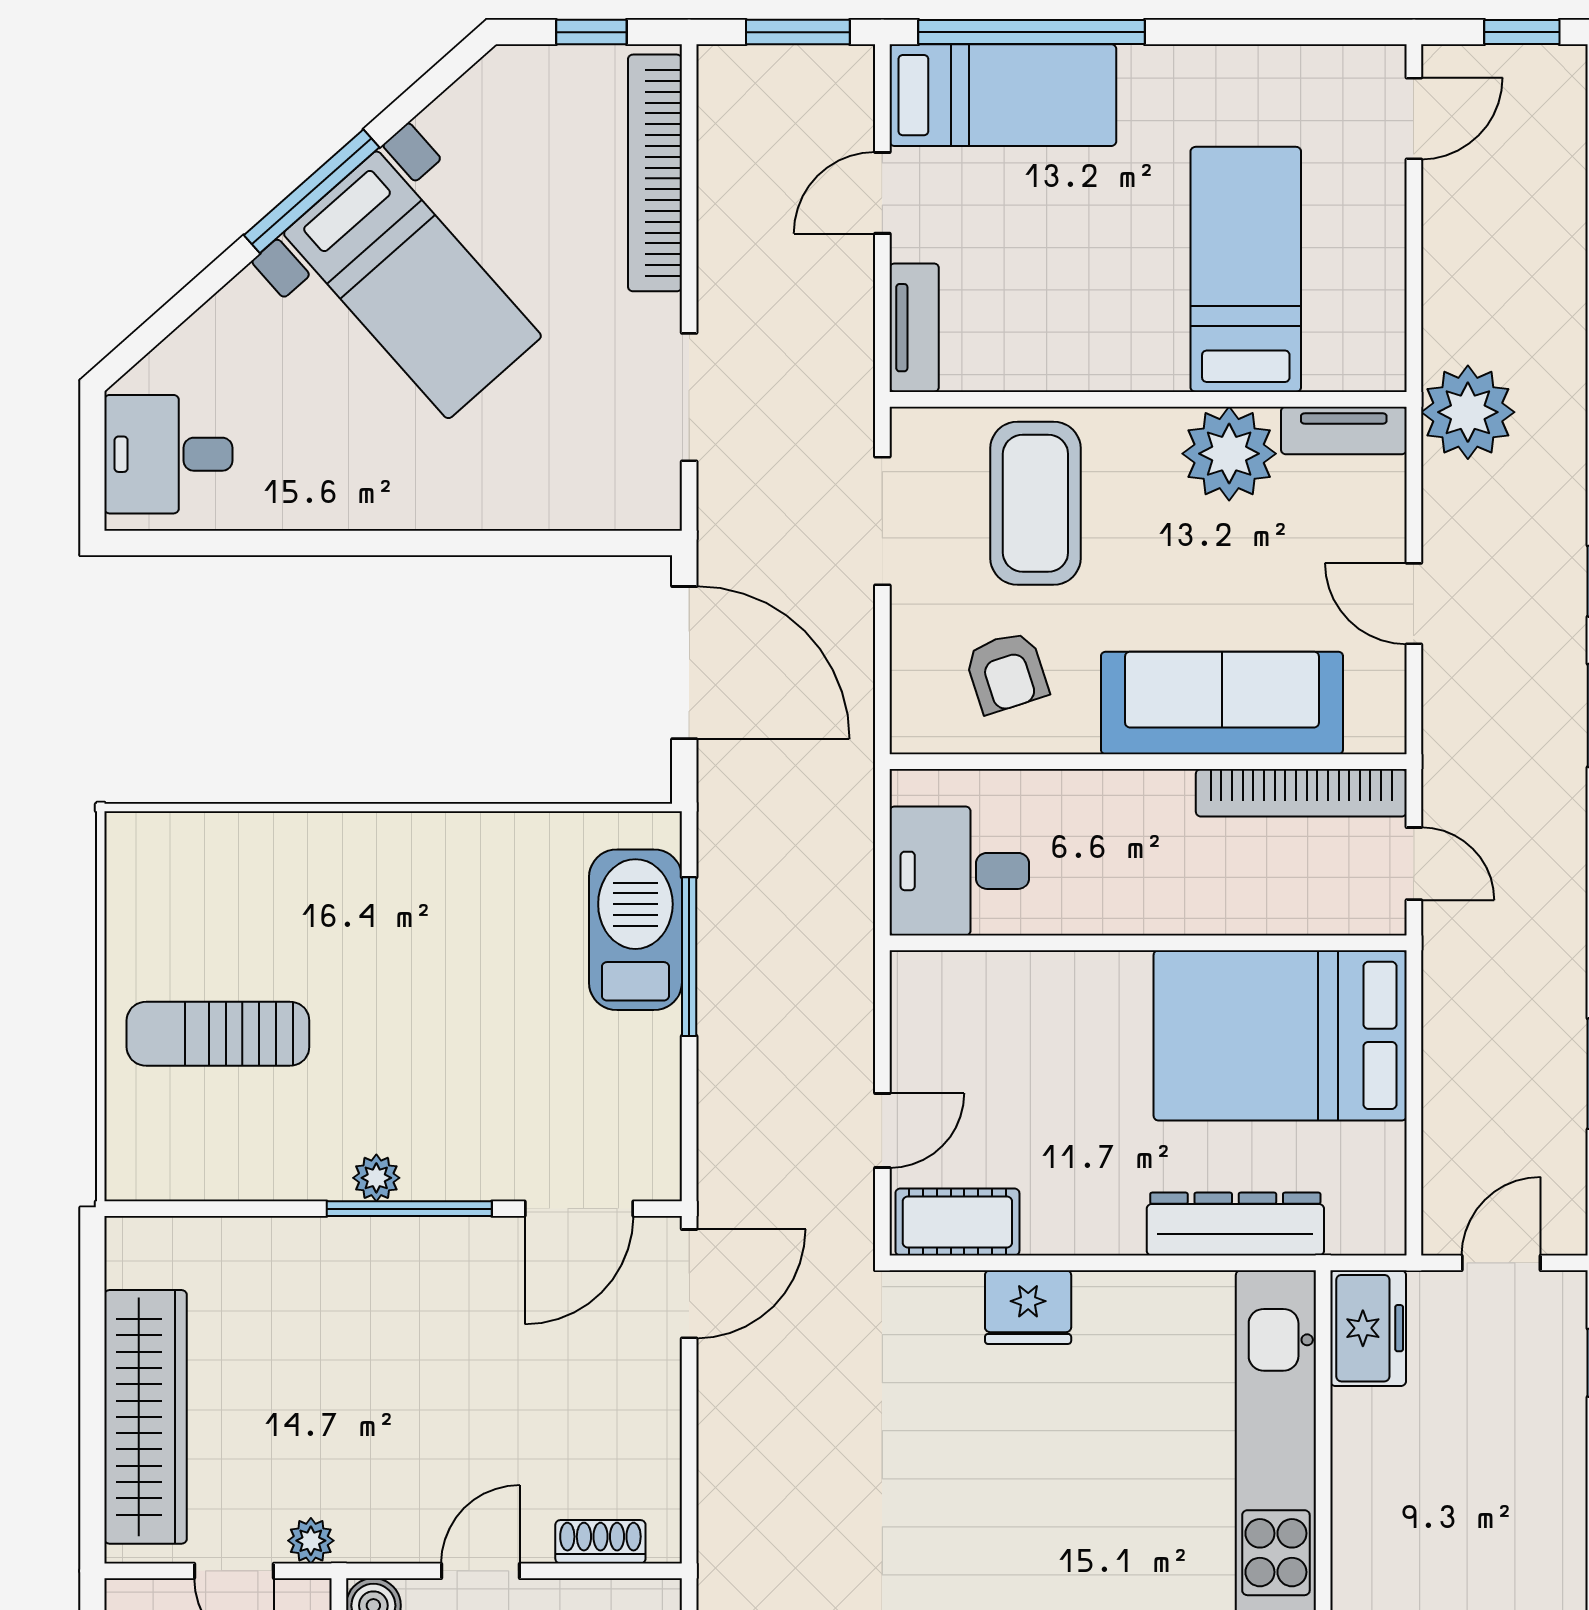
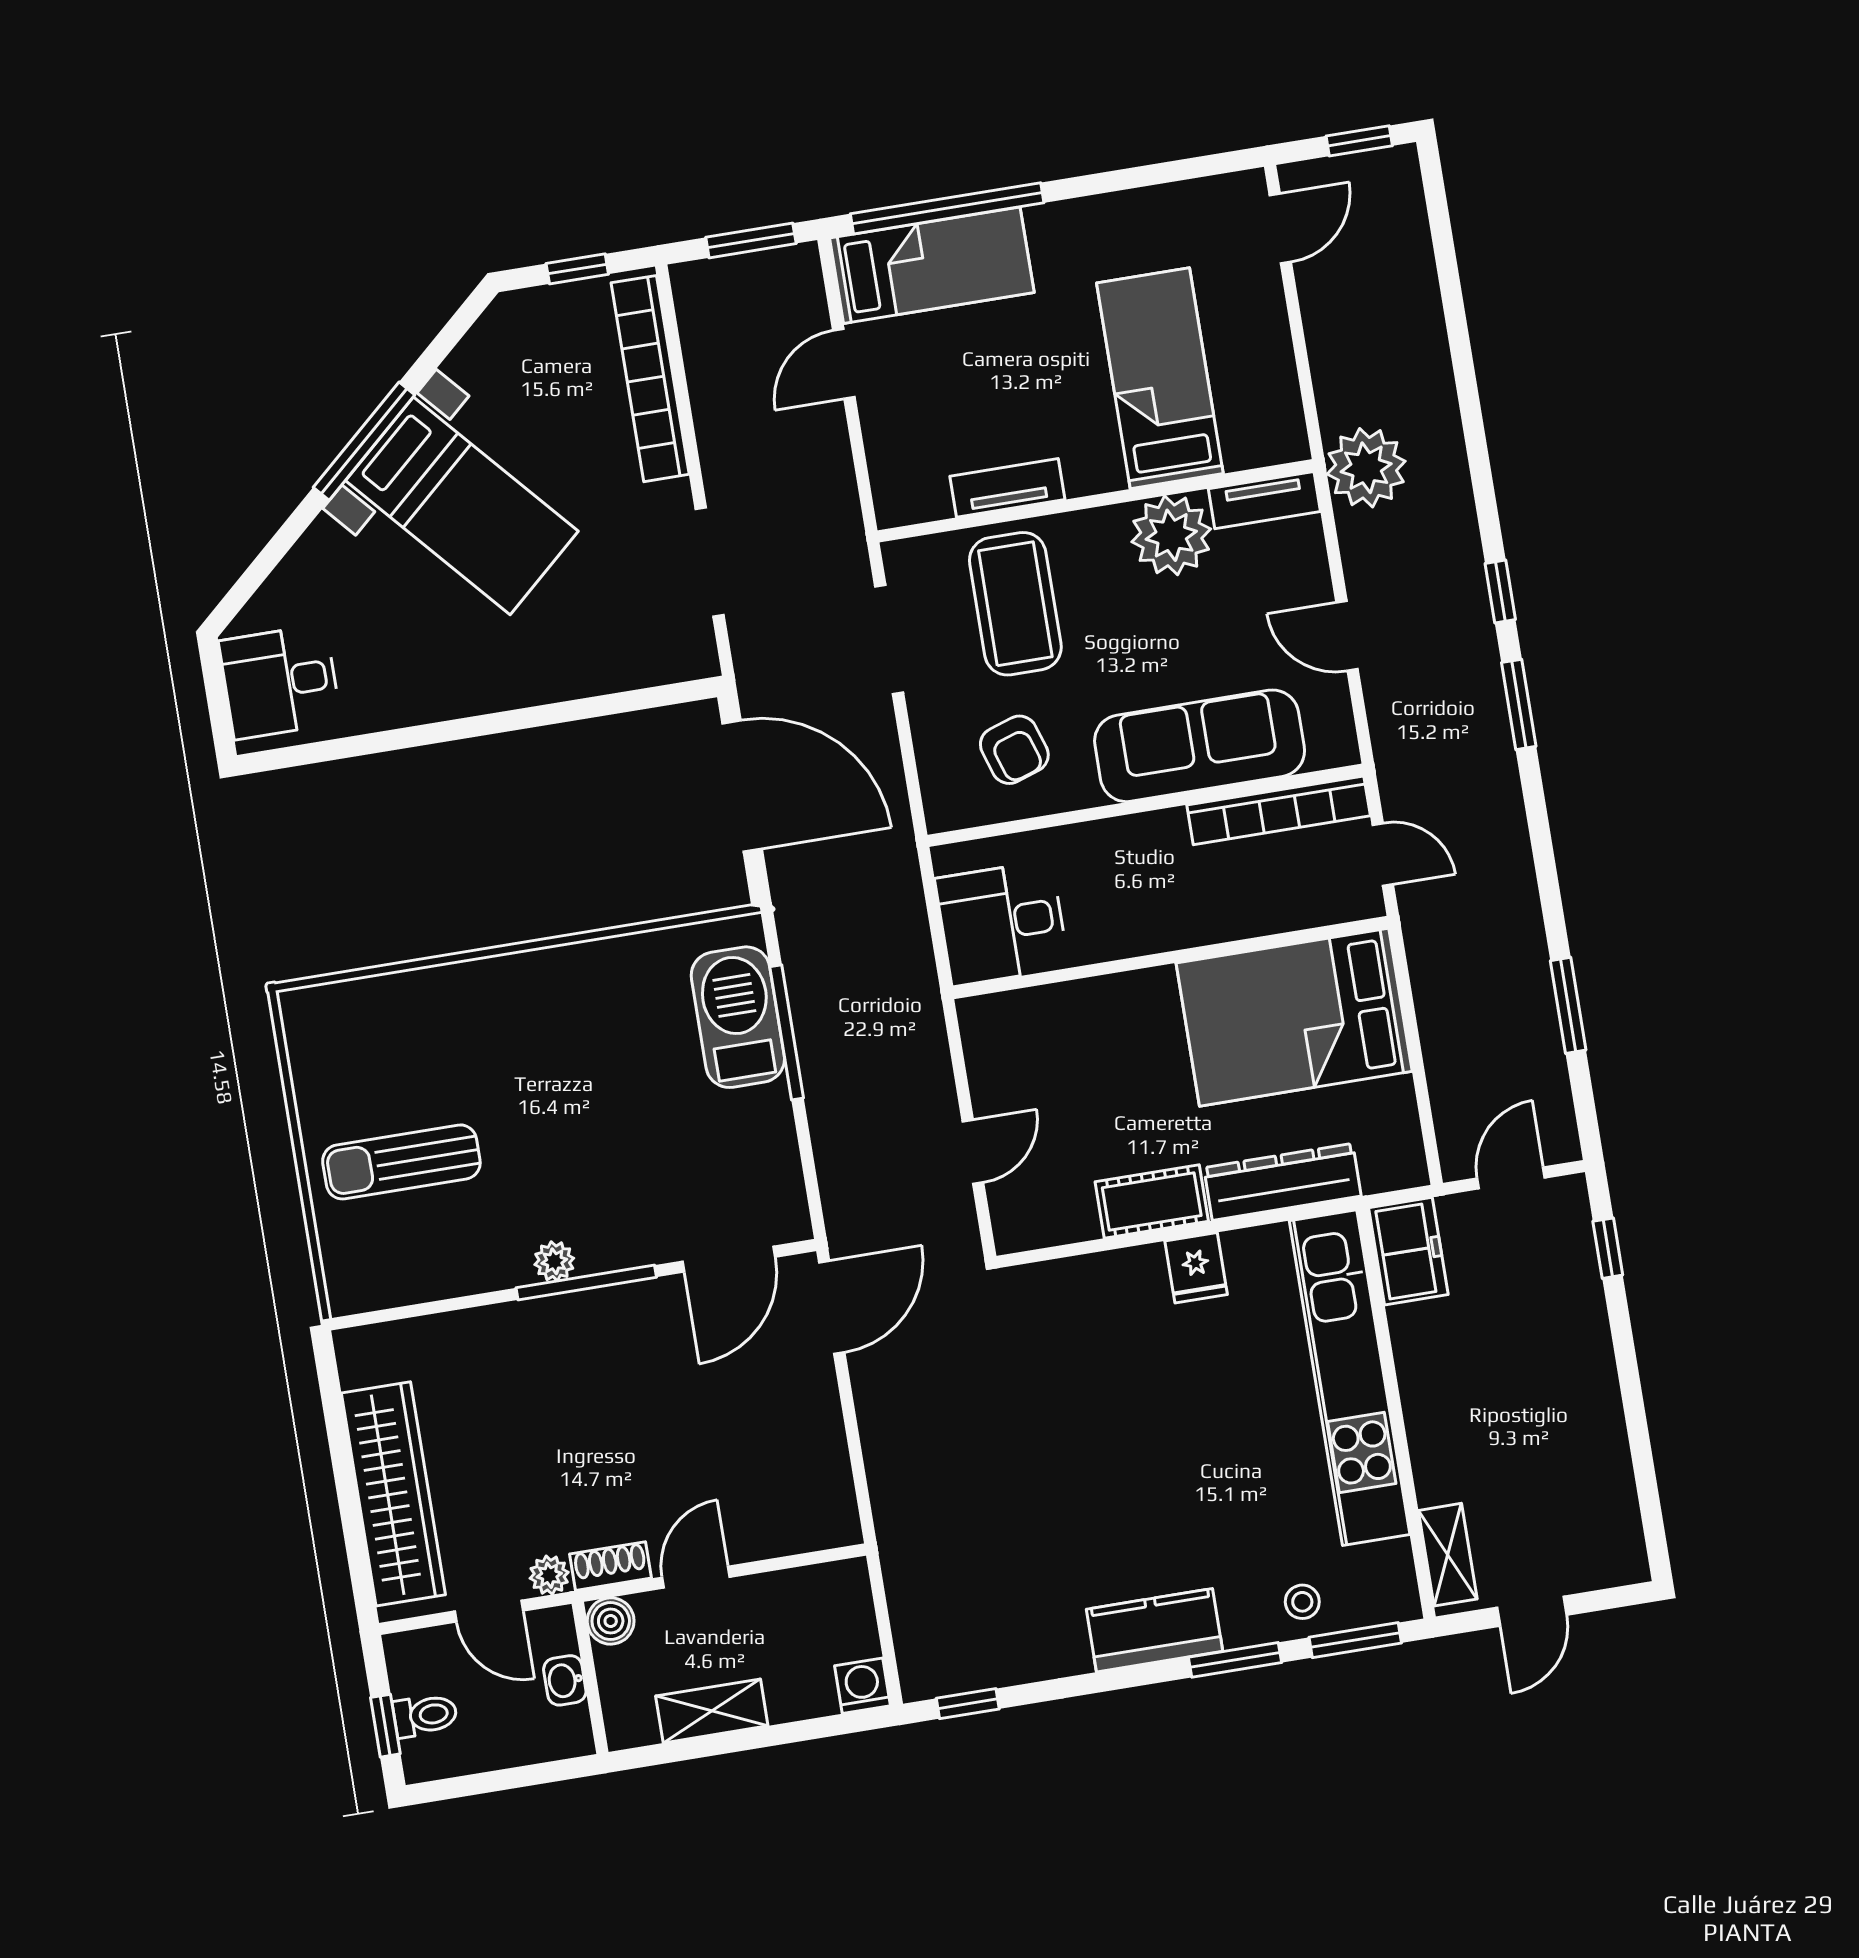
tv unit: (914, 328) -> (1007, 488), moved, turned -90
cot: (957, 1222) -> (1152, 1202), moved
fridge: (1028, 1307) -> (1196, 1268), moved, width x0.72
shoe rack: (600, 1542) -> (610, 1566), moved

